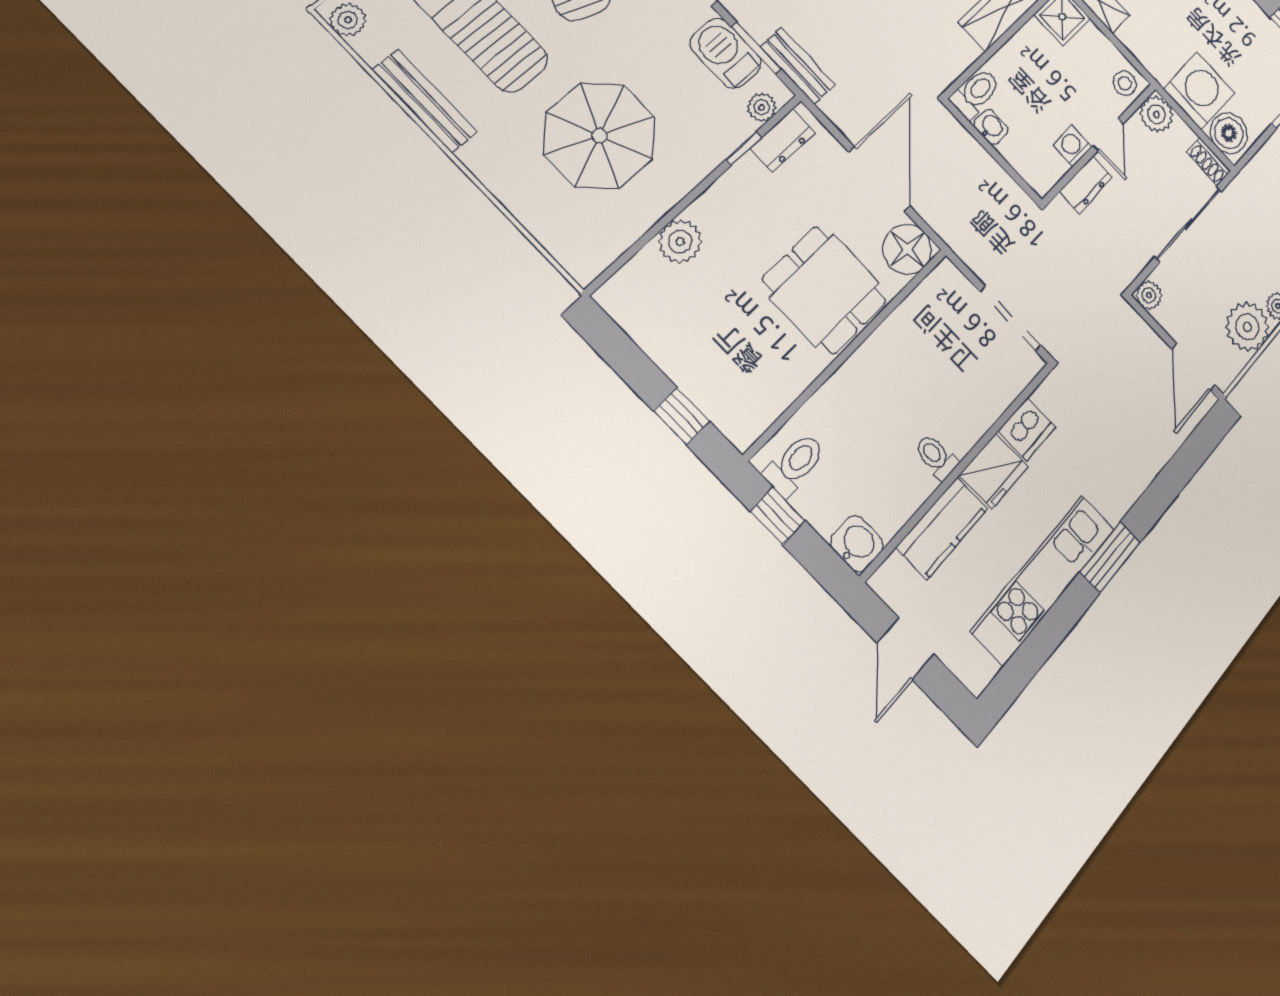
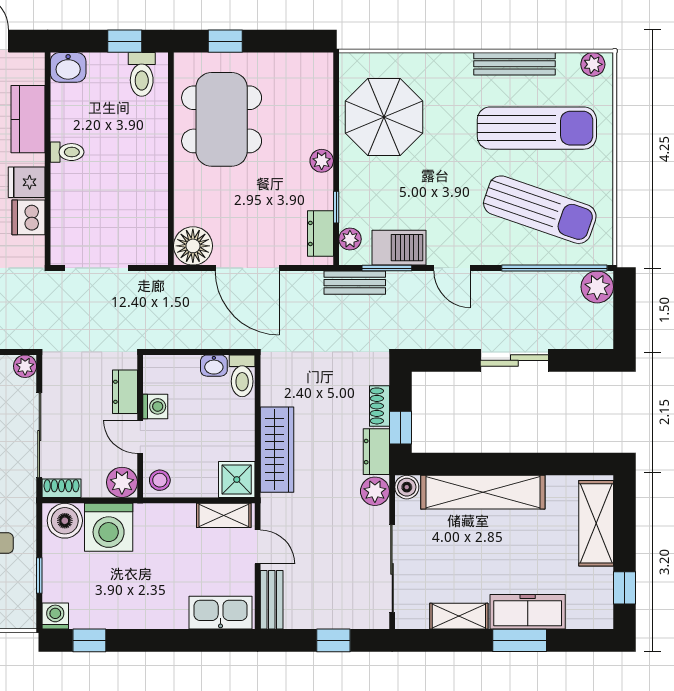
parasol: (600, 136) -> (384, 117), moved
plant: (680, 242) -> (322, 161), moved, width x0.73, depth x0.73
dining table: (825, 290) -> (222, 119), moved, width x1.37
fridge: (994, 471) -> (27, 182), width x0.72

